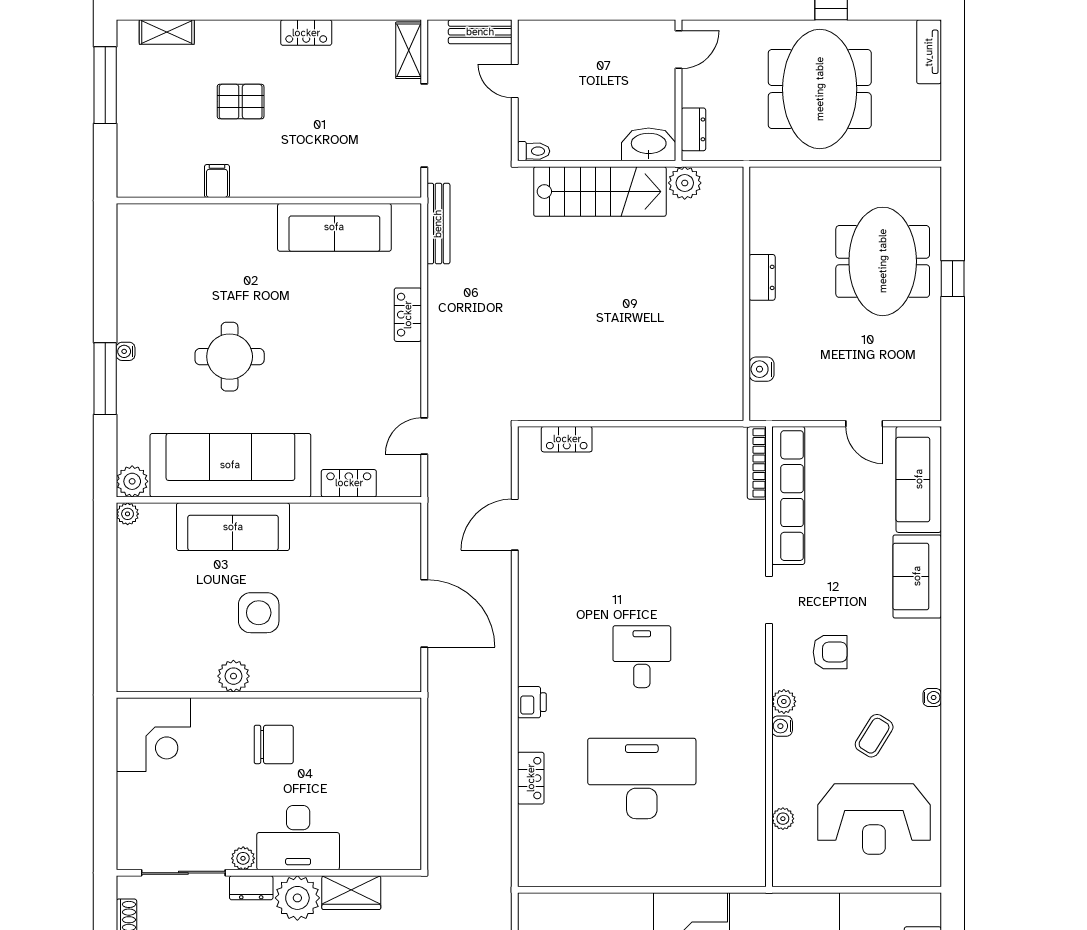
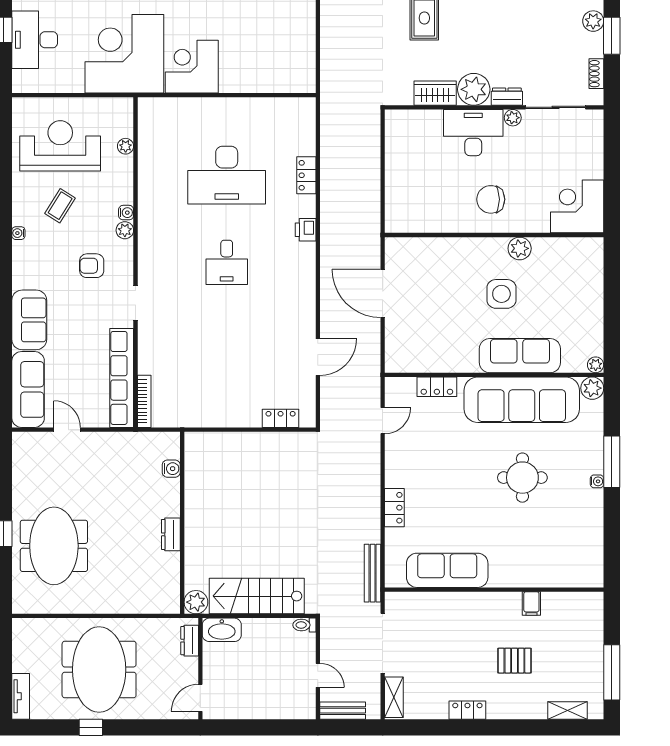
dresser: (762, 277) -> (171, 534), moved
wall: (746, 294) -> (182, 523), moved
water cooler: (762, 369) -> (171, 469), moved

